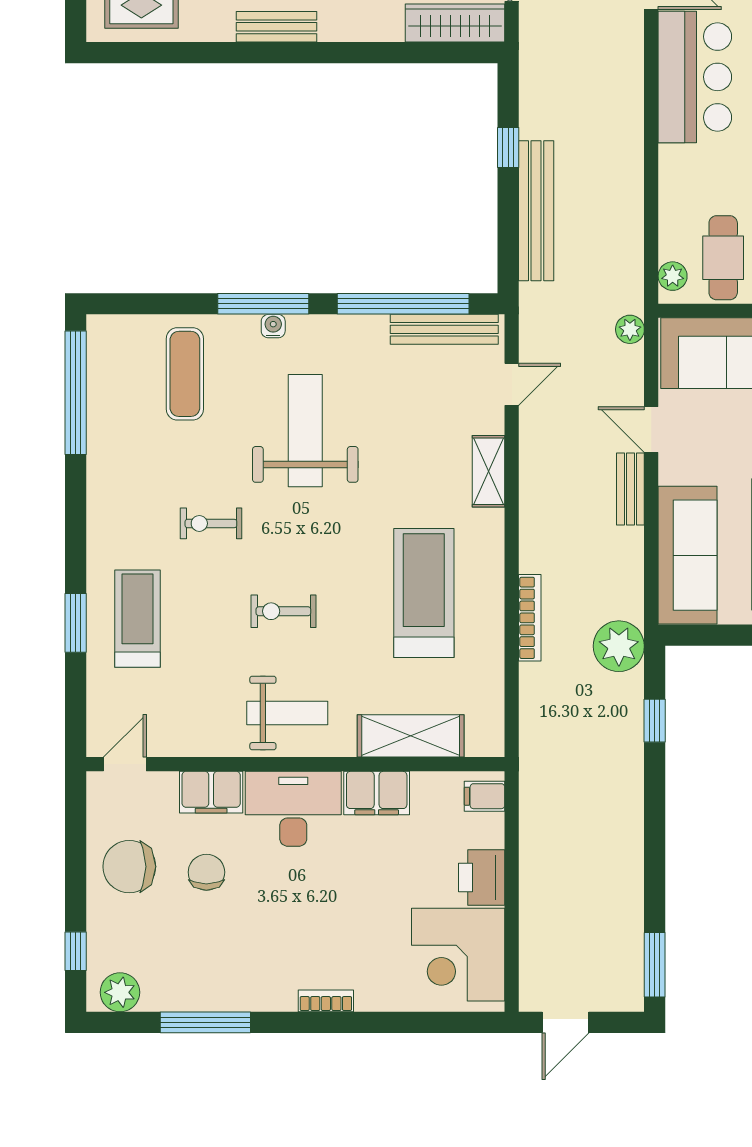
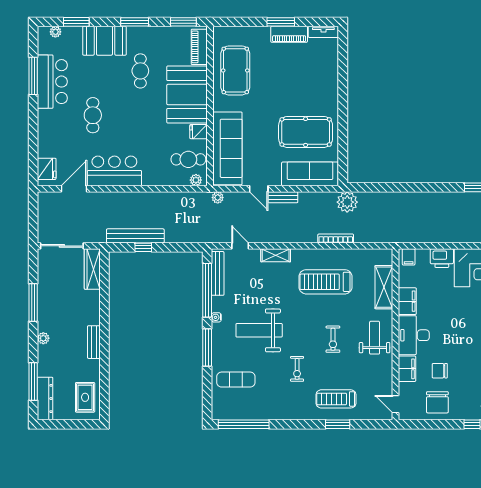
bench: (536, 211) -> (135, 236), moved
water cooler: (273, 326) -> (216, 317), moved
door: (651, 430) -> (259, 189), hinge flipped
window: (655, 721) -> (378, 187), removed

